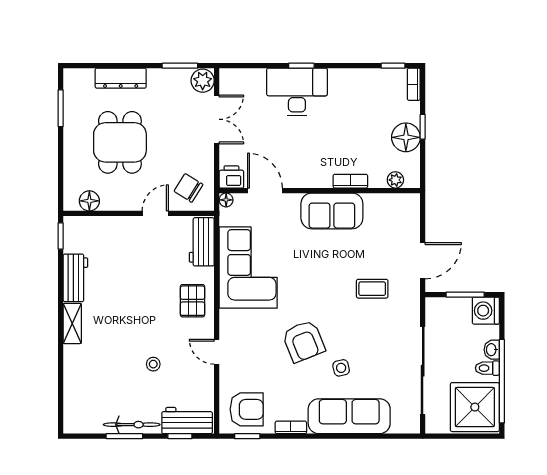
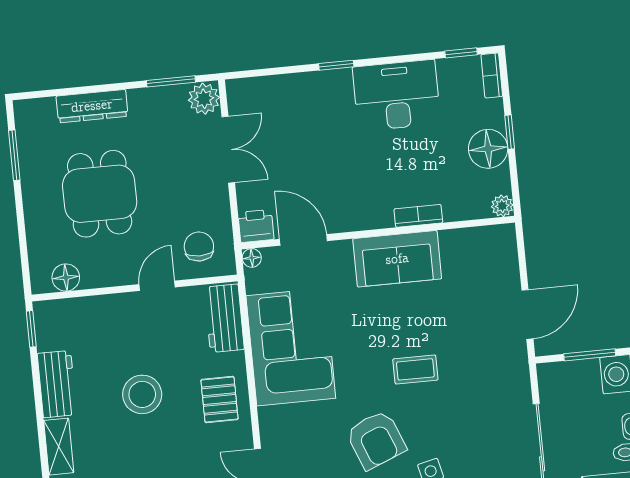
desk: (297, 92) -> (396, 95), moved
plant: (395, 180) -> (502, 206), moved
chair: (188, 188) -> (199, 247), turned 58
coffee table: (372, 289) -> (415, 369), moved
stool: (137, 291) -> (142, 394), added

